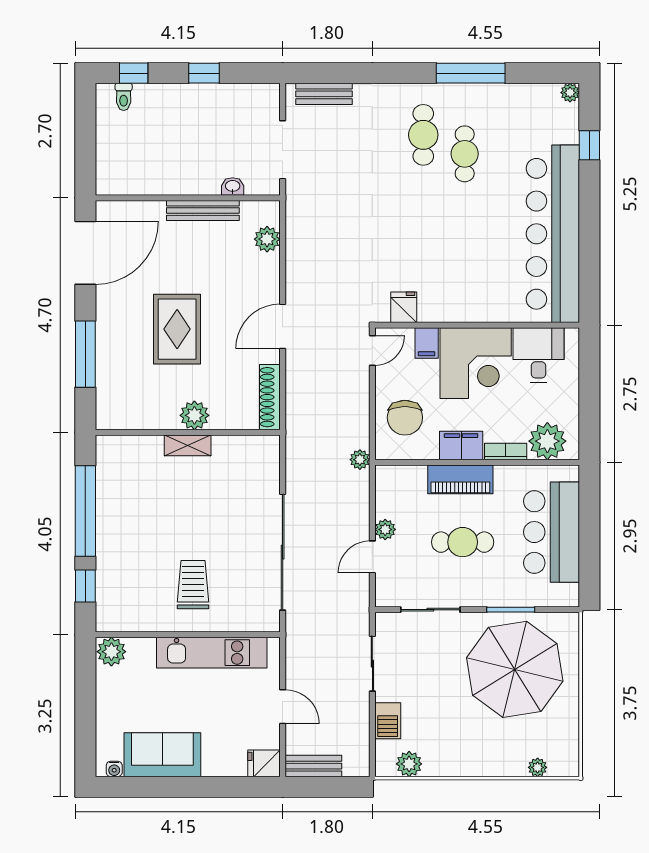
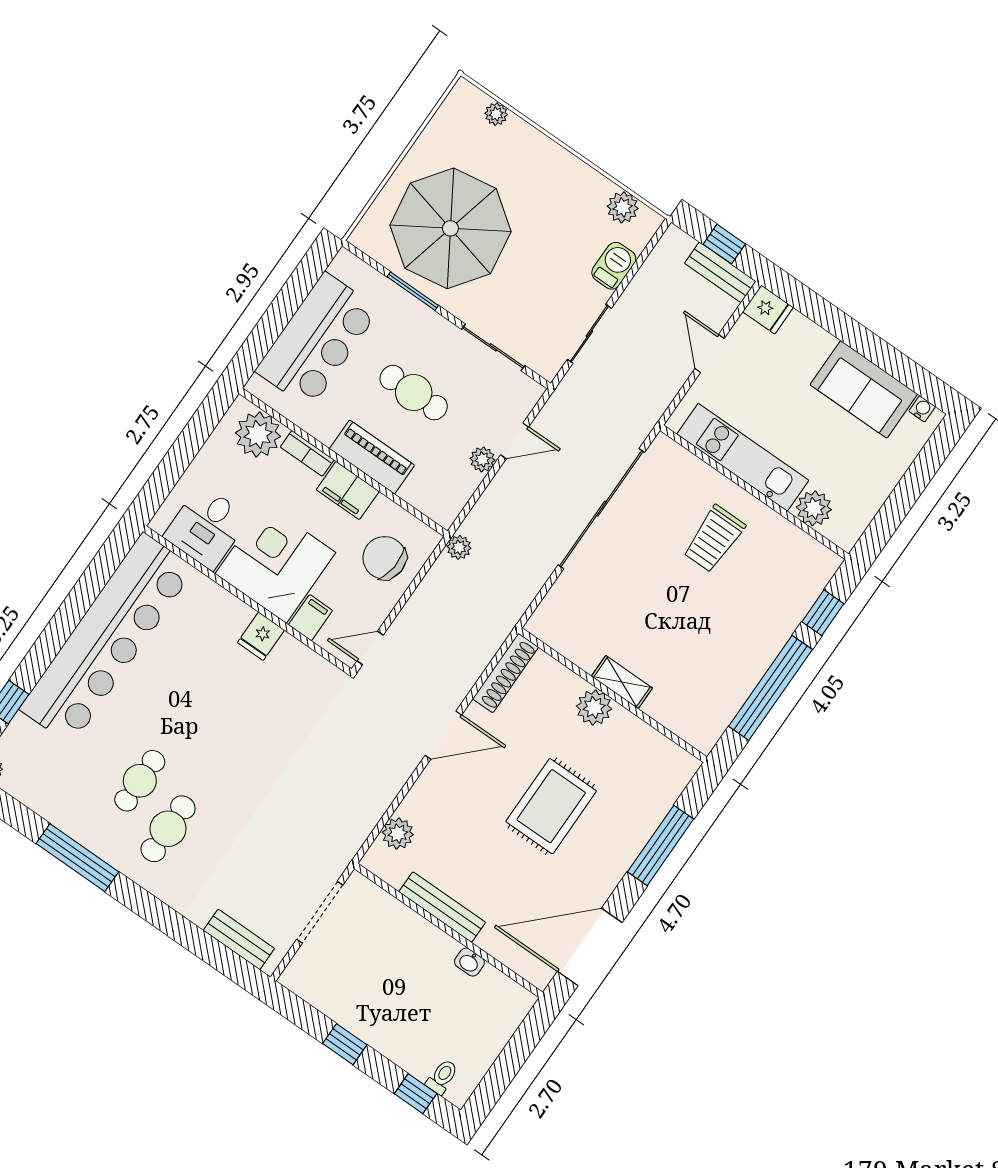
washbasin: (233, 186) -> (469, 962), moved
fridge: (404, 307) -> (261, 636), moved
chair: (405, 418) -> (384, 558), turned -85
plant: (111, 652) -> (814, 508), moved
window: (324, 787) -> (724, 244), added

